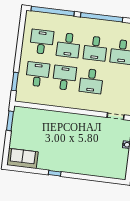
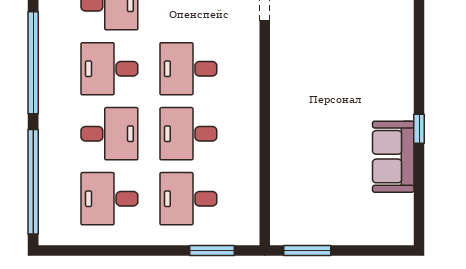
desk: (95, 48) -> (109, 69), turned 180
desk: (91, 81) -> (188, 69), turned 180
sofa: (22, 158) -> (393, 157), moved

